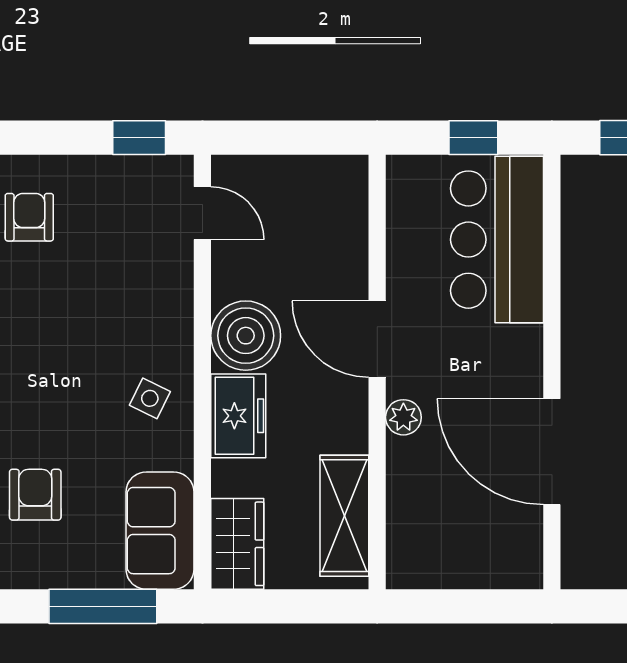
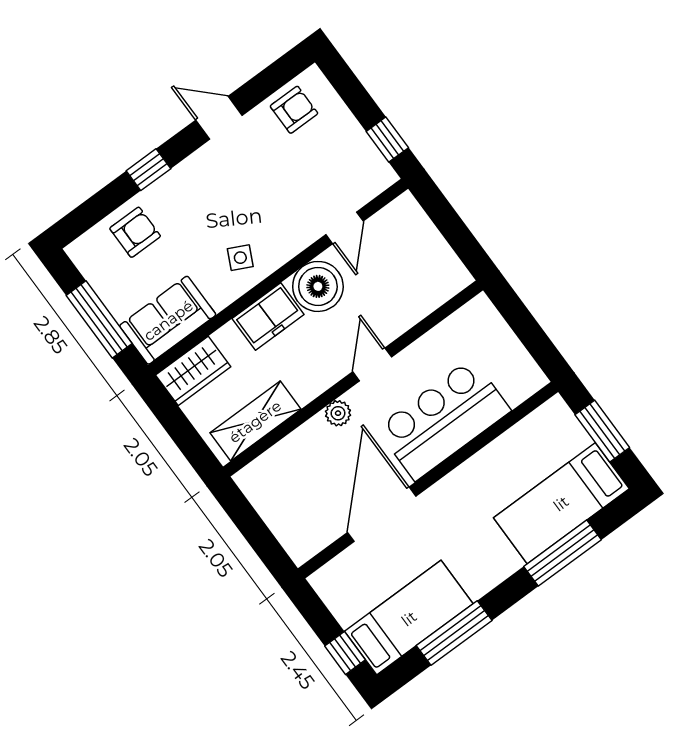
window: (473, 138) -> (531, 334), removed
door: (202, 213) -> (345, 228), moved
bar counter: (497, 240) -> (444, 419), moved
door: (377, 339) -> (372, 364), width x0.73

